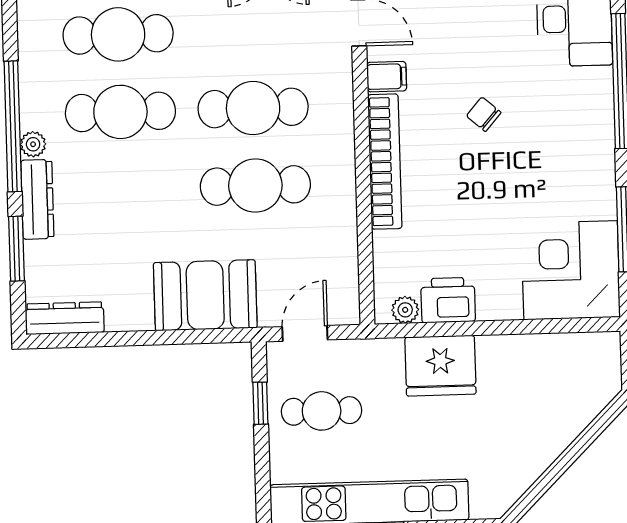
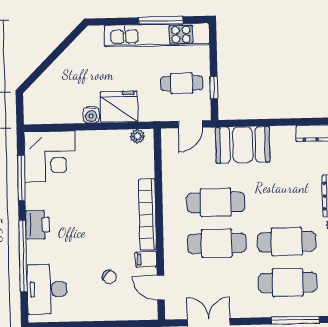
chair: (484, 114) -> (109, 277), moved
printer: (448, 300) -> (38, 225), moved, turned -90
water cooler: (493, 350) -> (91, 115), added

